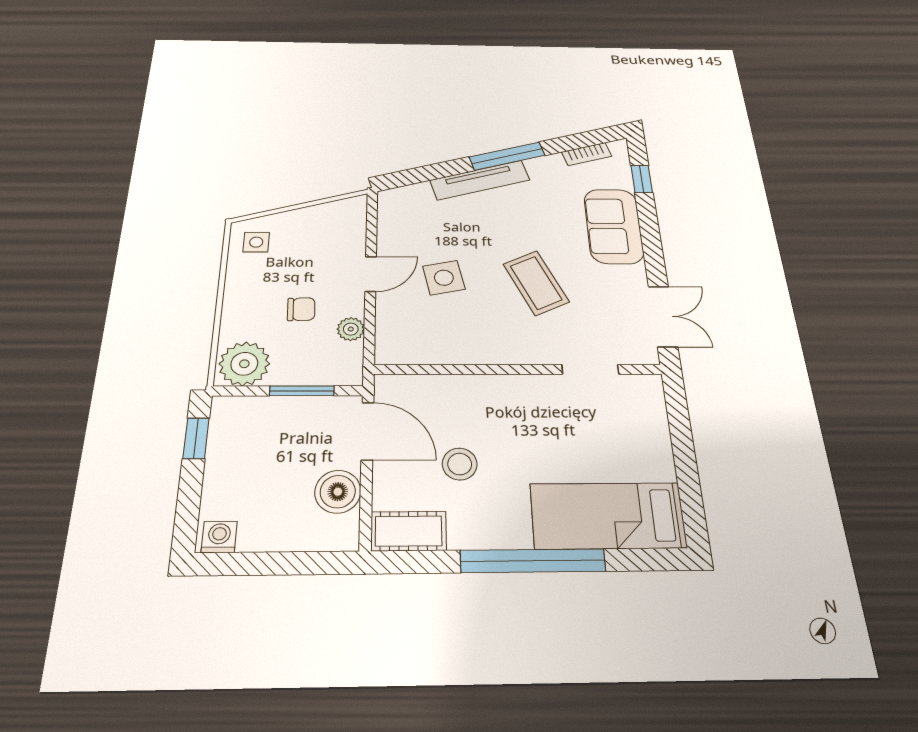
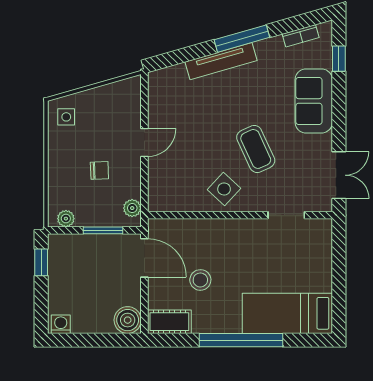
side table: (444, 278) -> (224, 189), moved, turned -35
plant: (351, 329) -> (132, 208), moved
plant: (244, 364) -> (66, 219), width x0.53, depth x0.53
boiler: (338, 492) -> (128, 320), moved

